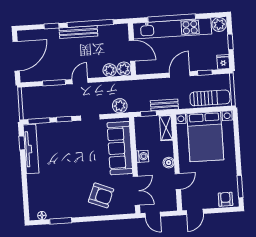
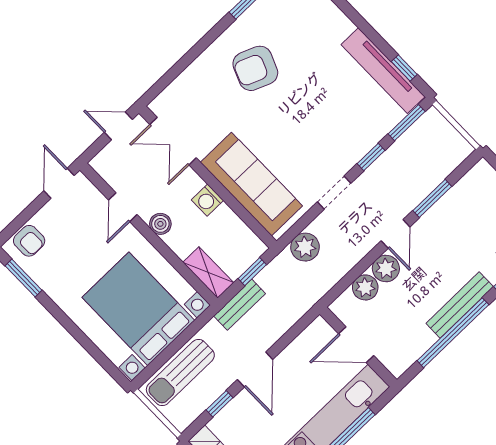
plant: (124, 69) -> (386, 269), moved
armchair: (101, 195) -> (255, 68), moved

